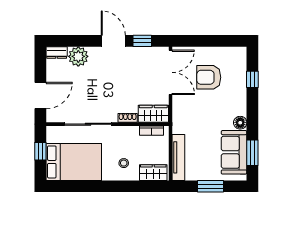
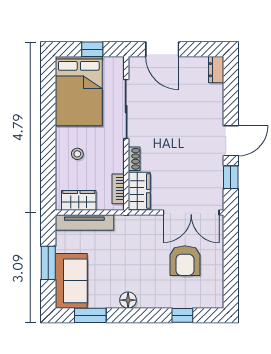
plant: (78, 56) -> (211, 97), removed
armchair: (209, 77) -> (185, 261), turned 180
sofa: (234, 152) -> (71, 281), moved, turned 90
wardrobe: (153, 173) -> (79, 200), moved, turned -90

